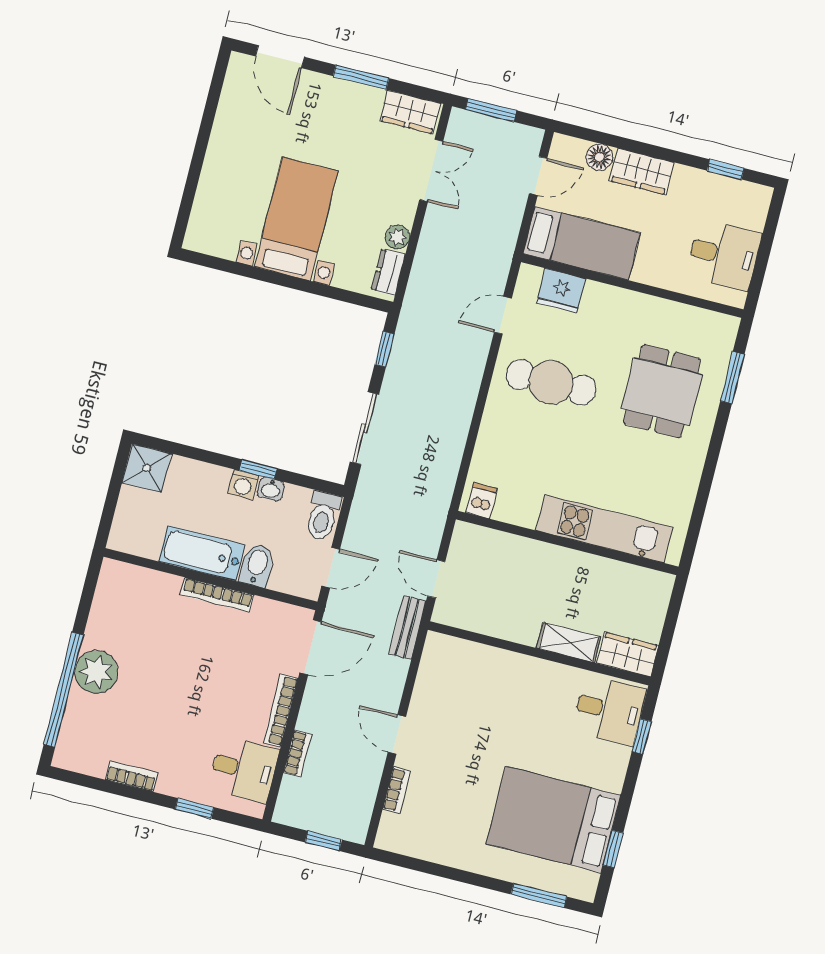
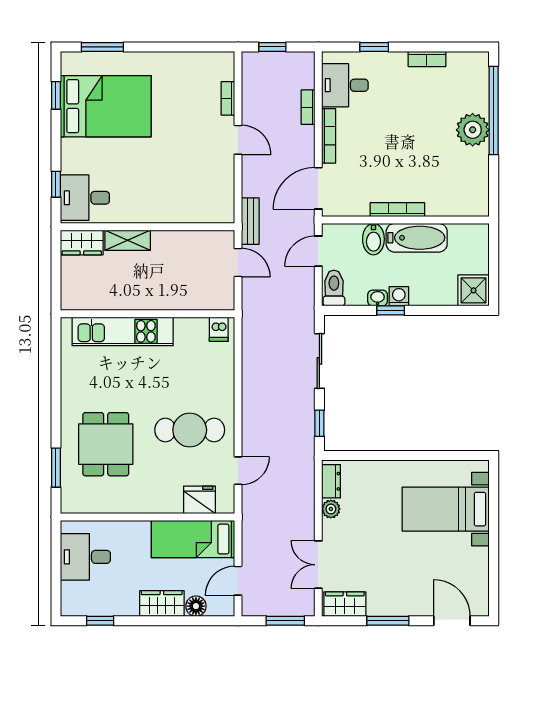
bed with nightstands: (296, 219) -> (446, 509), moved, turned 90

